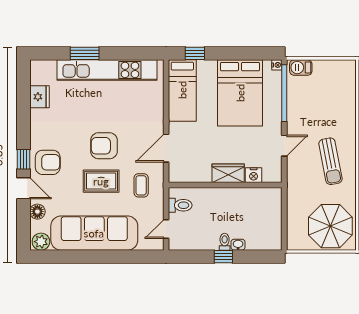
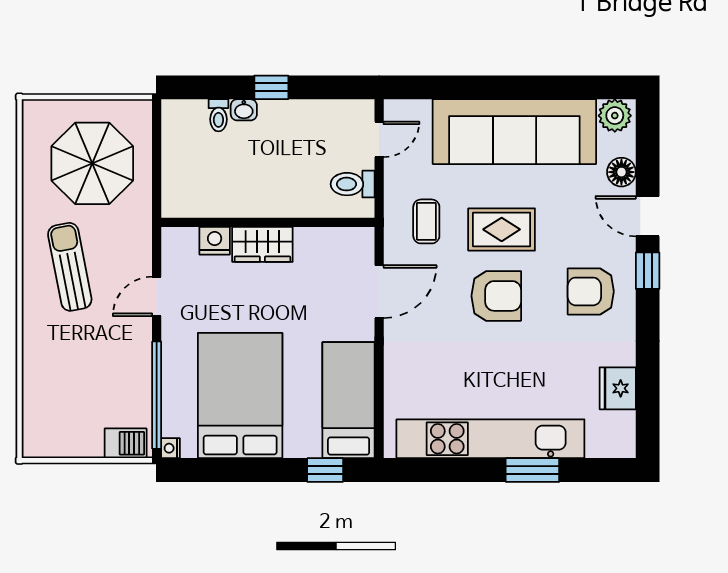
armchair: (48, 162) -> (591, 291), moved
parasol: (330, 226) -> (92, 163), moved
toilet: (225, 242) -> (218, 115), moved

